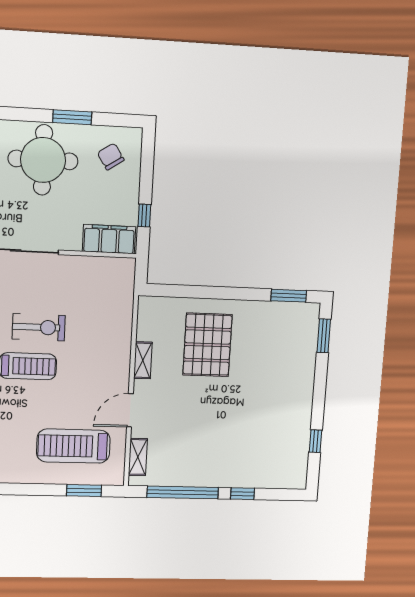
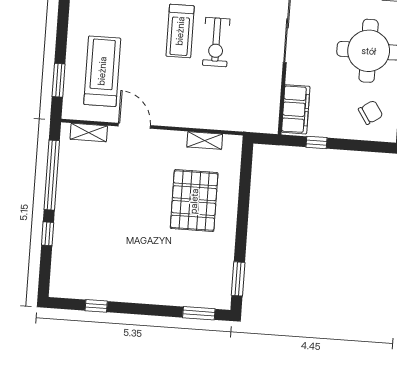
pallet: (207, 345) -> (194, 201), turned 90
shelving: (143, 360) -> (205, 140), moved

